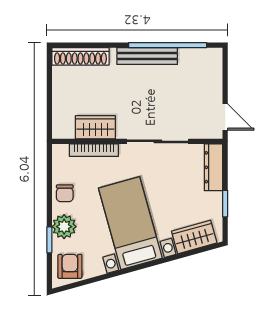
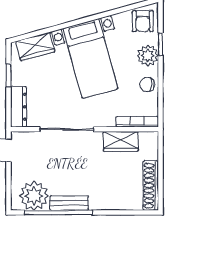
shoe rack: (80, 56) -> (151, 186), moved, turned -90
bench: (147, 56) -> (69, 203), width x0.73
plant: (196, 64) -> (34, 196), added
bookcase: (94, 150) -> (137, 122), moved
chair: (65, 193) -> (147, 84), turned -90

